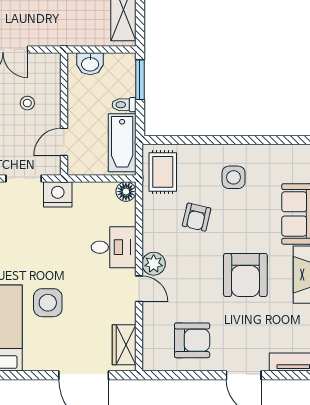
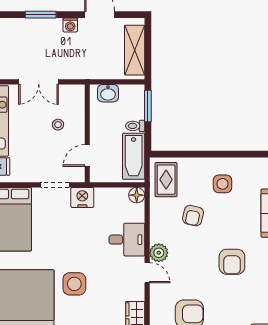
armchair: (245, 275) -> (232, 262), width x0.73, depth x0.73

